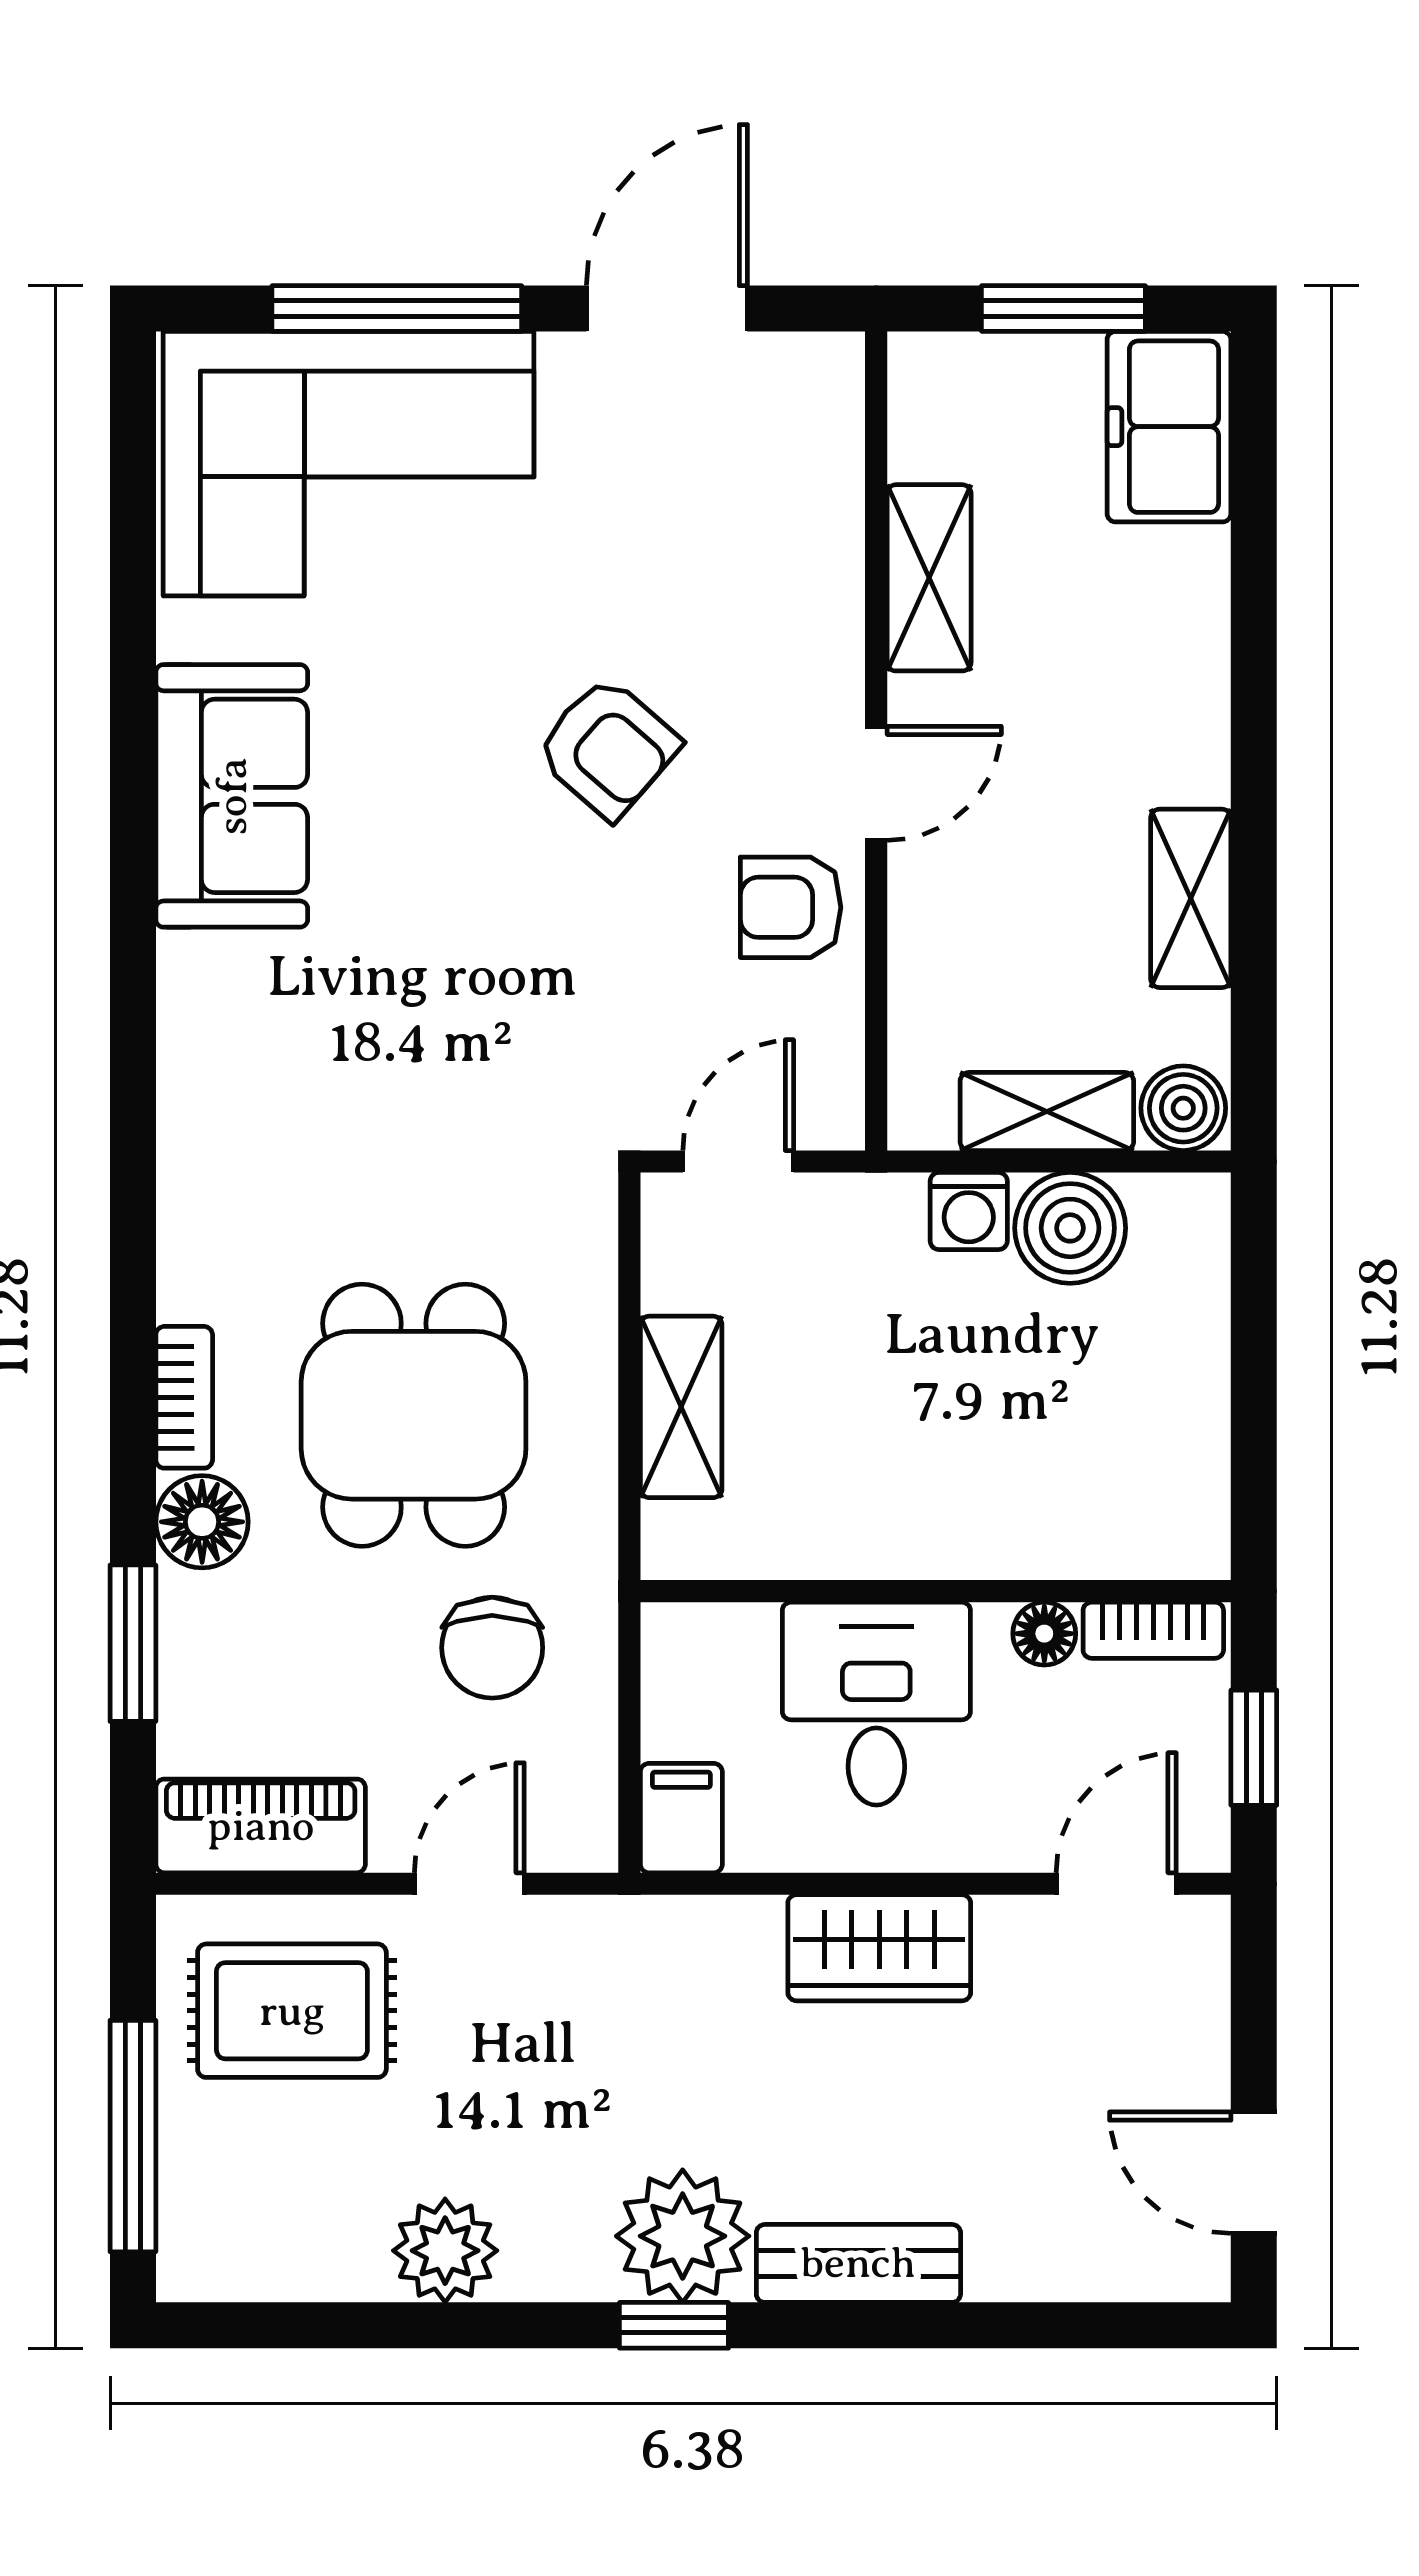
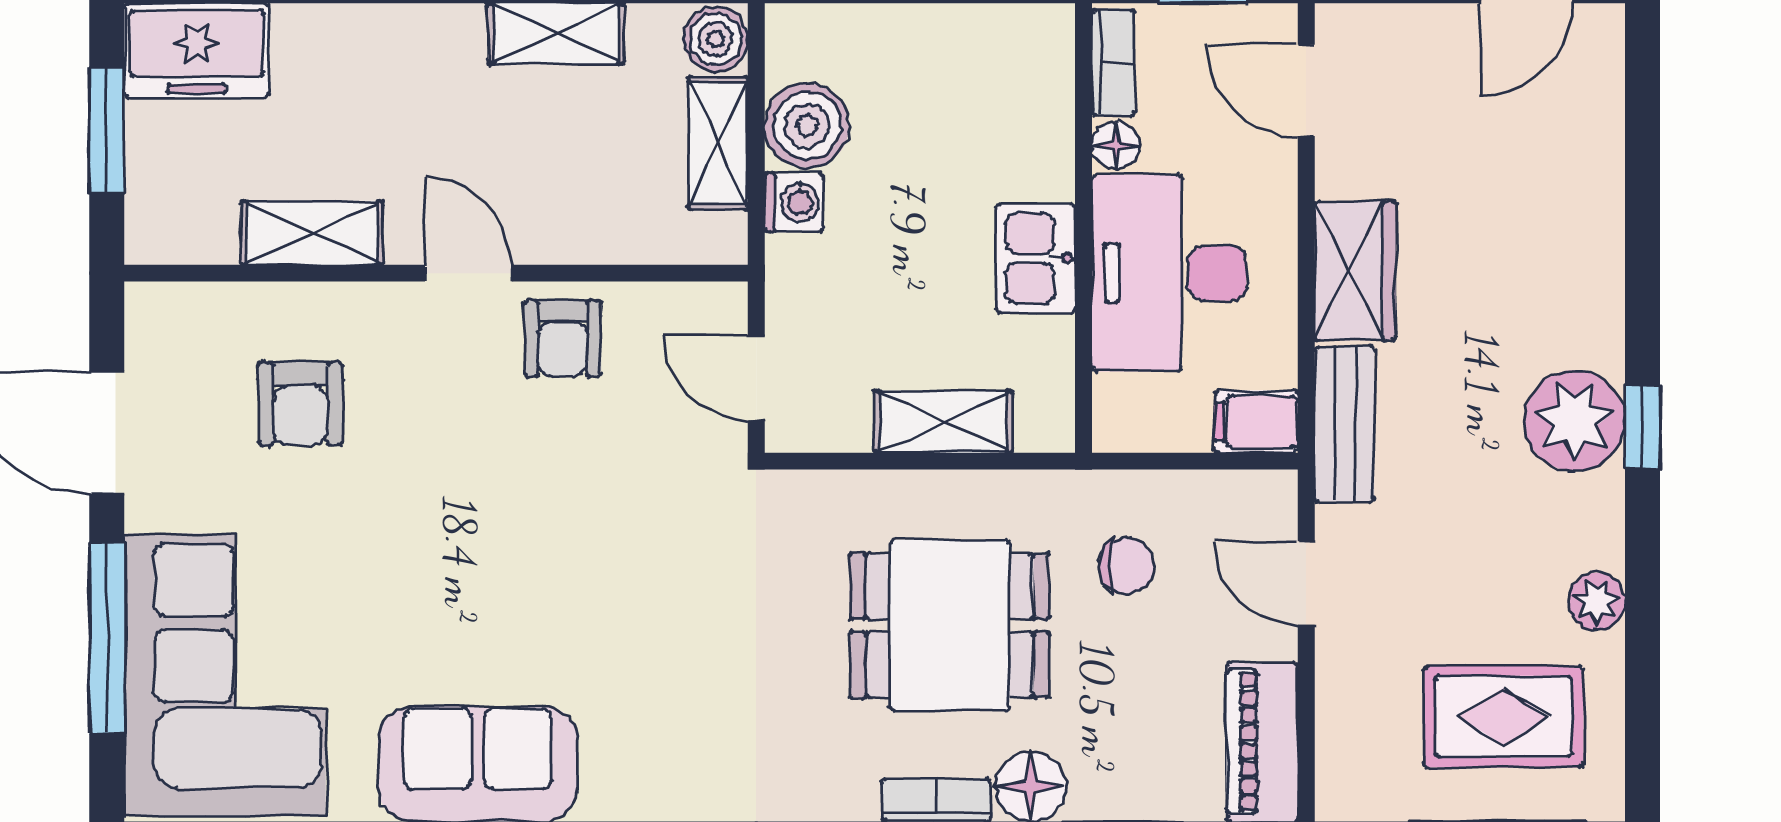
armchair: (608, 748) -> (300, 404), moved, turned 139
kitchen sink: (896, 1528) -> (1036, 258), added
chair: (492, 1648) -> (1127, 566), width x0.73, depth x0.73
desk: (876, 1704) -> (1169, 273), width x1.37
rug: (292, 2011) -> (1503, 717), moved, turned 90
plant: (445, 2251) -> (1596, 601), width x0.73, depth x0.73
bench: (858, 2263) -> (1344, 424), moved

